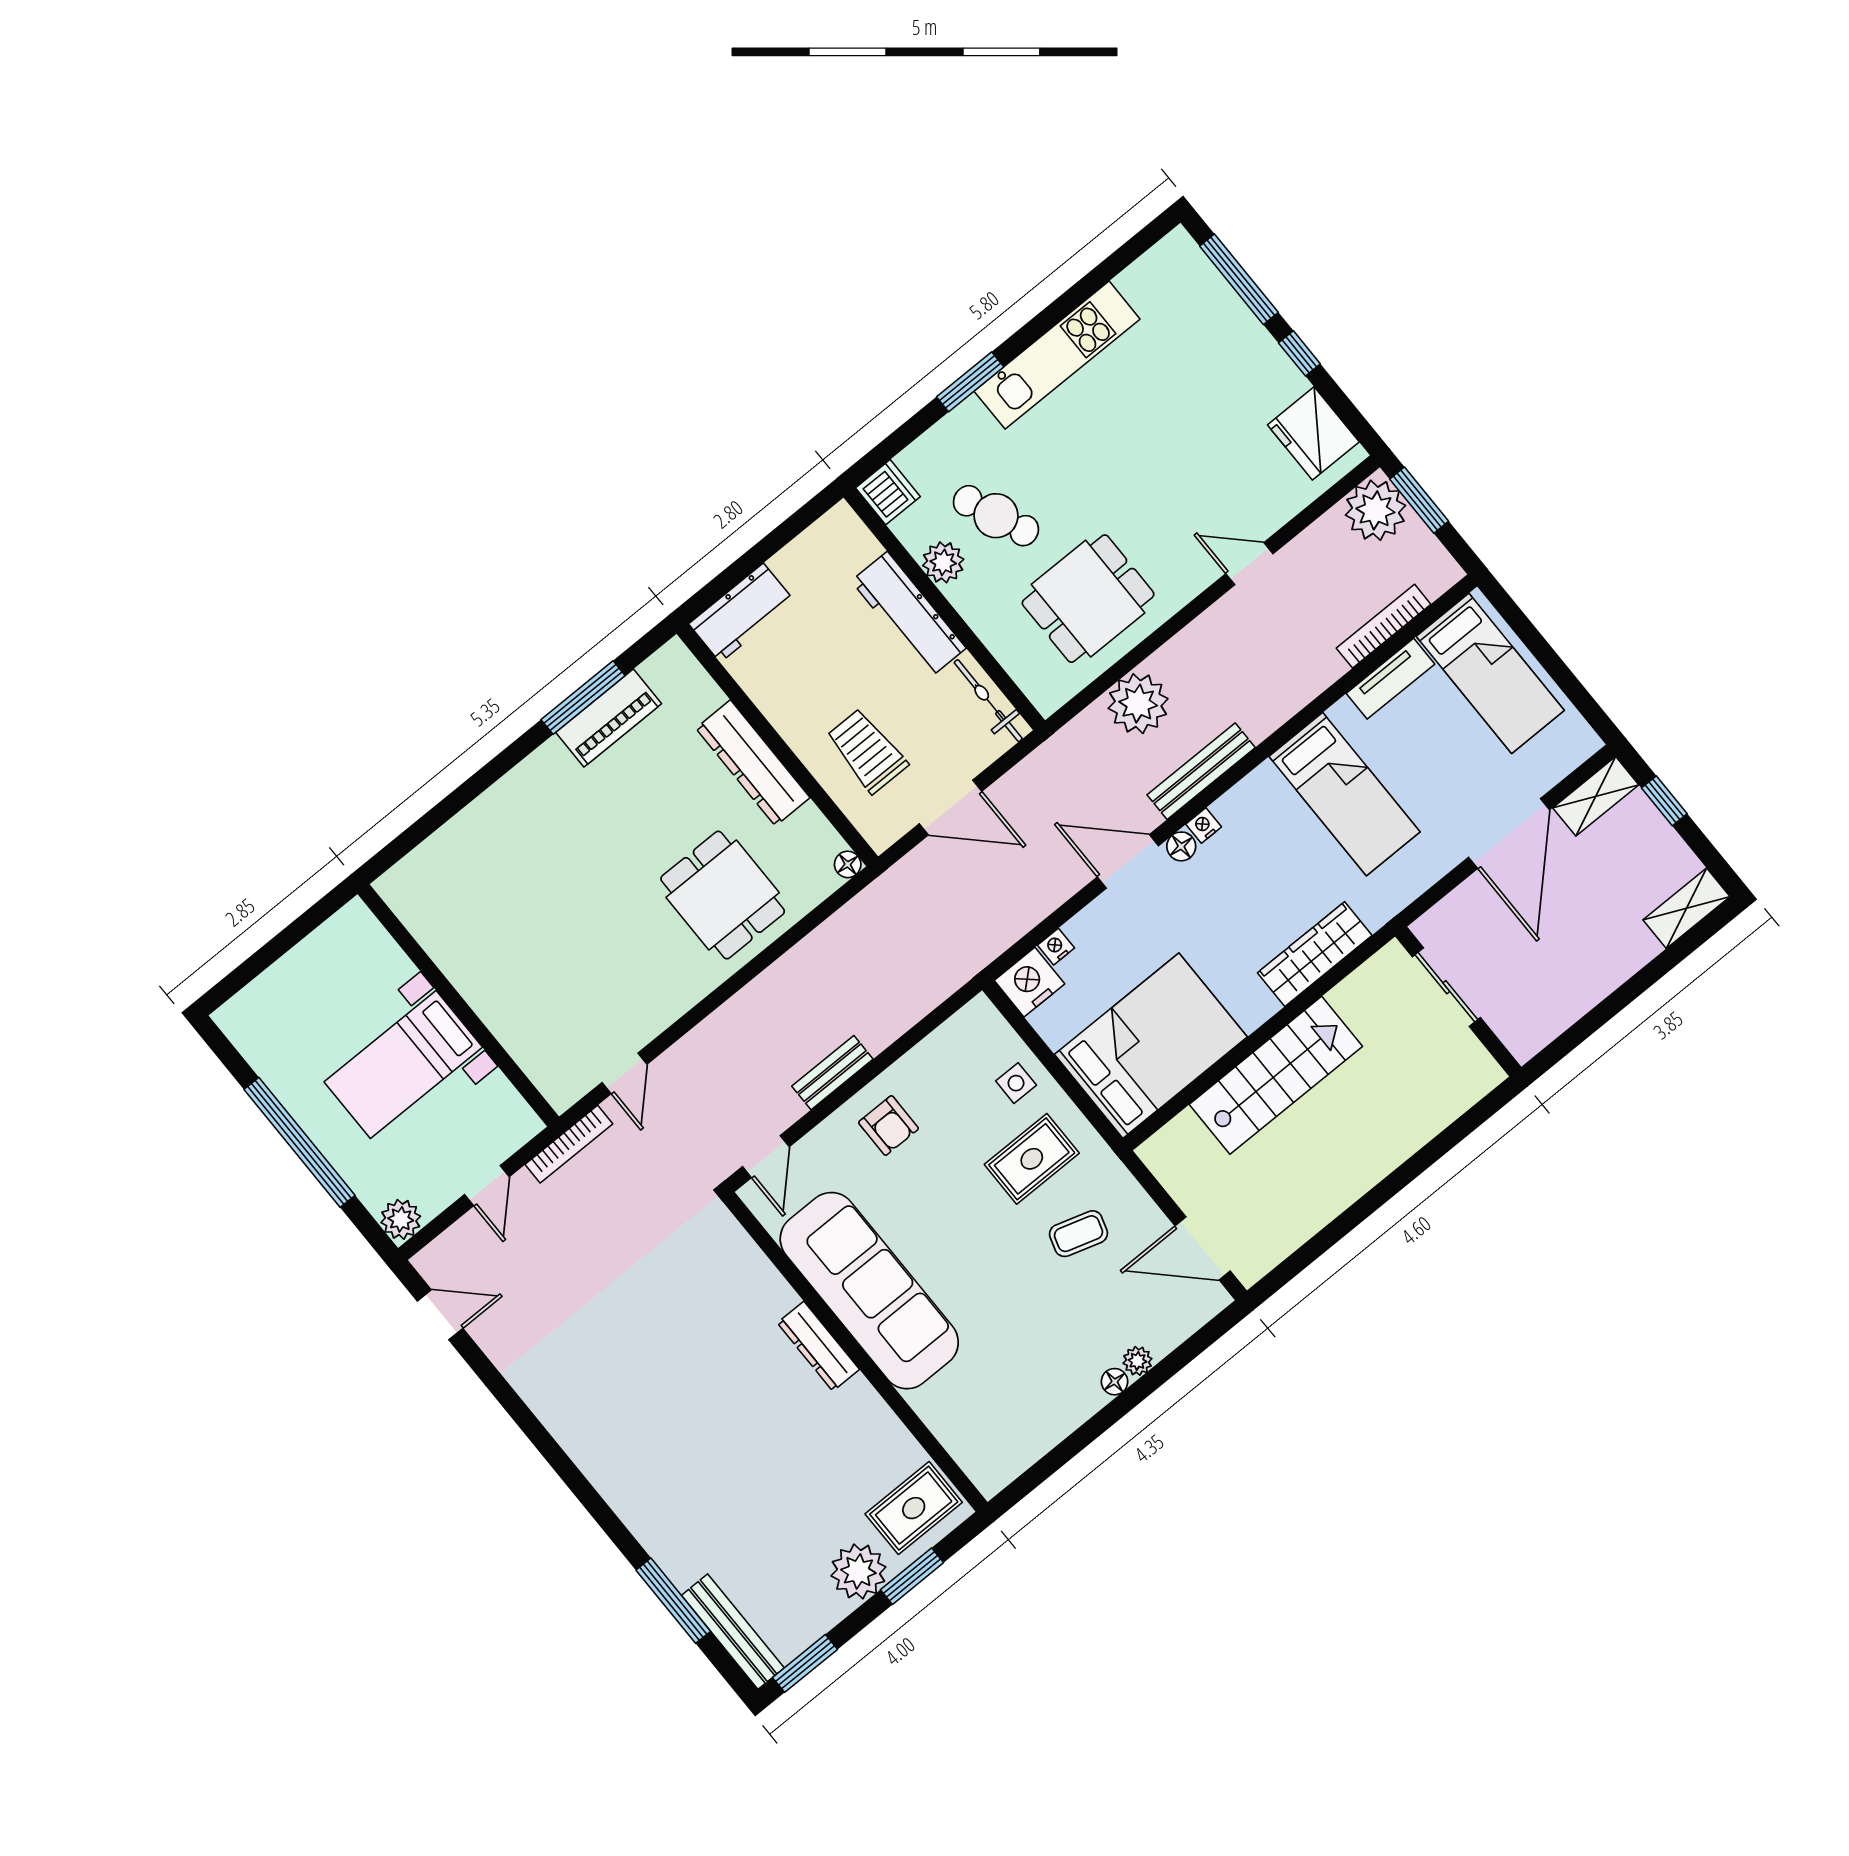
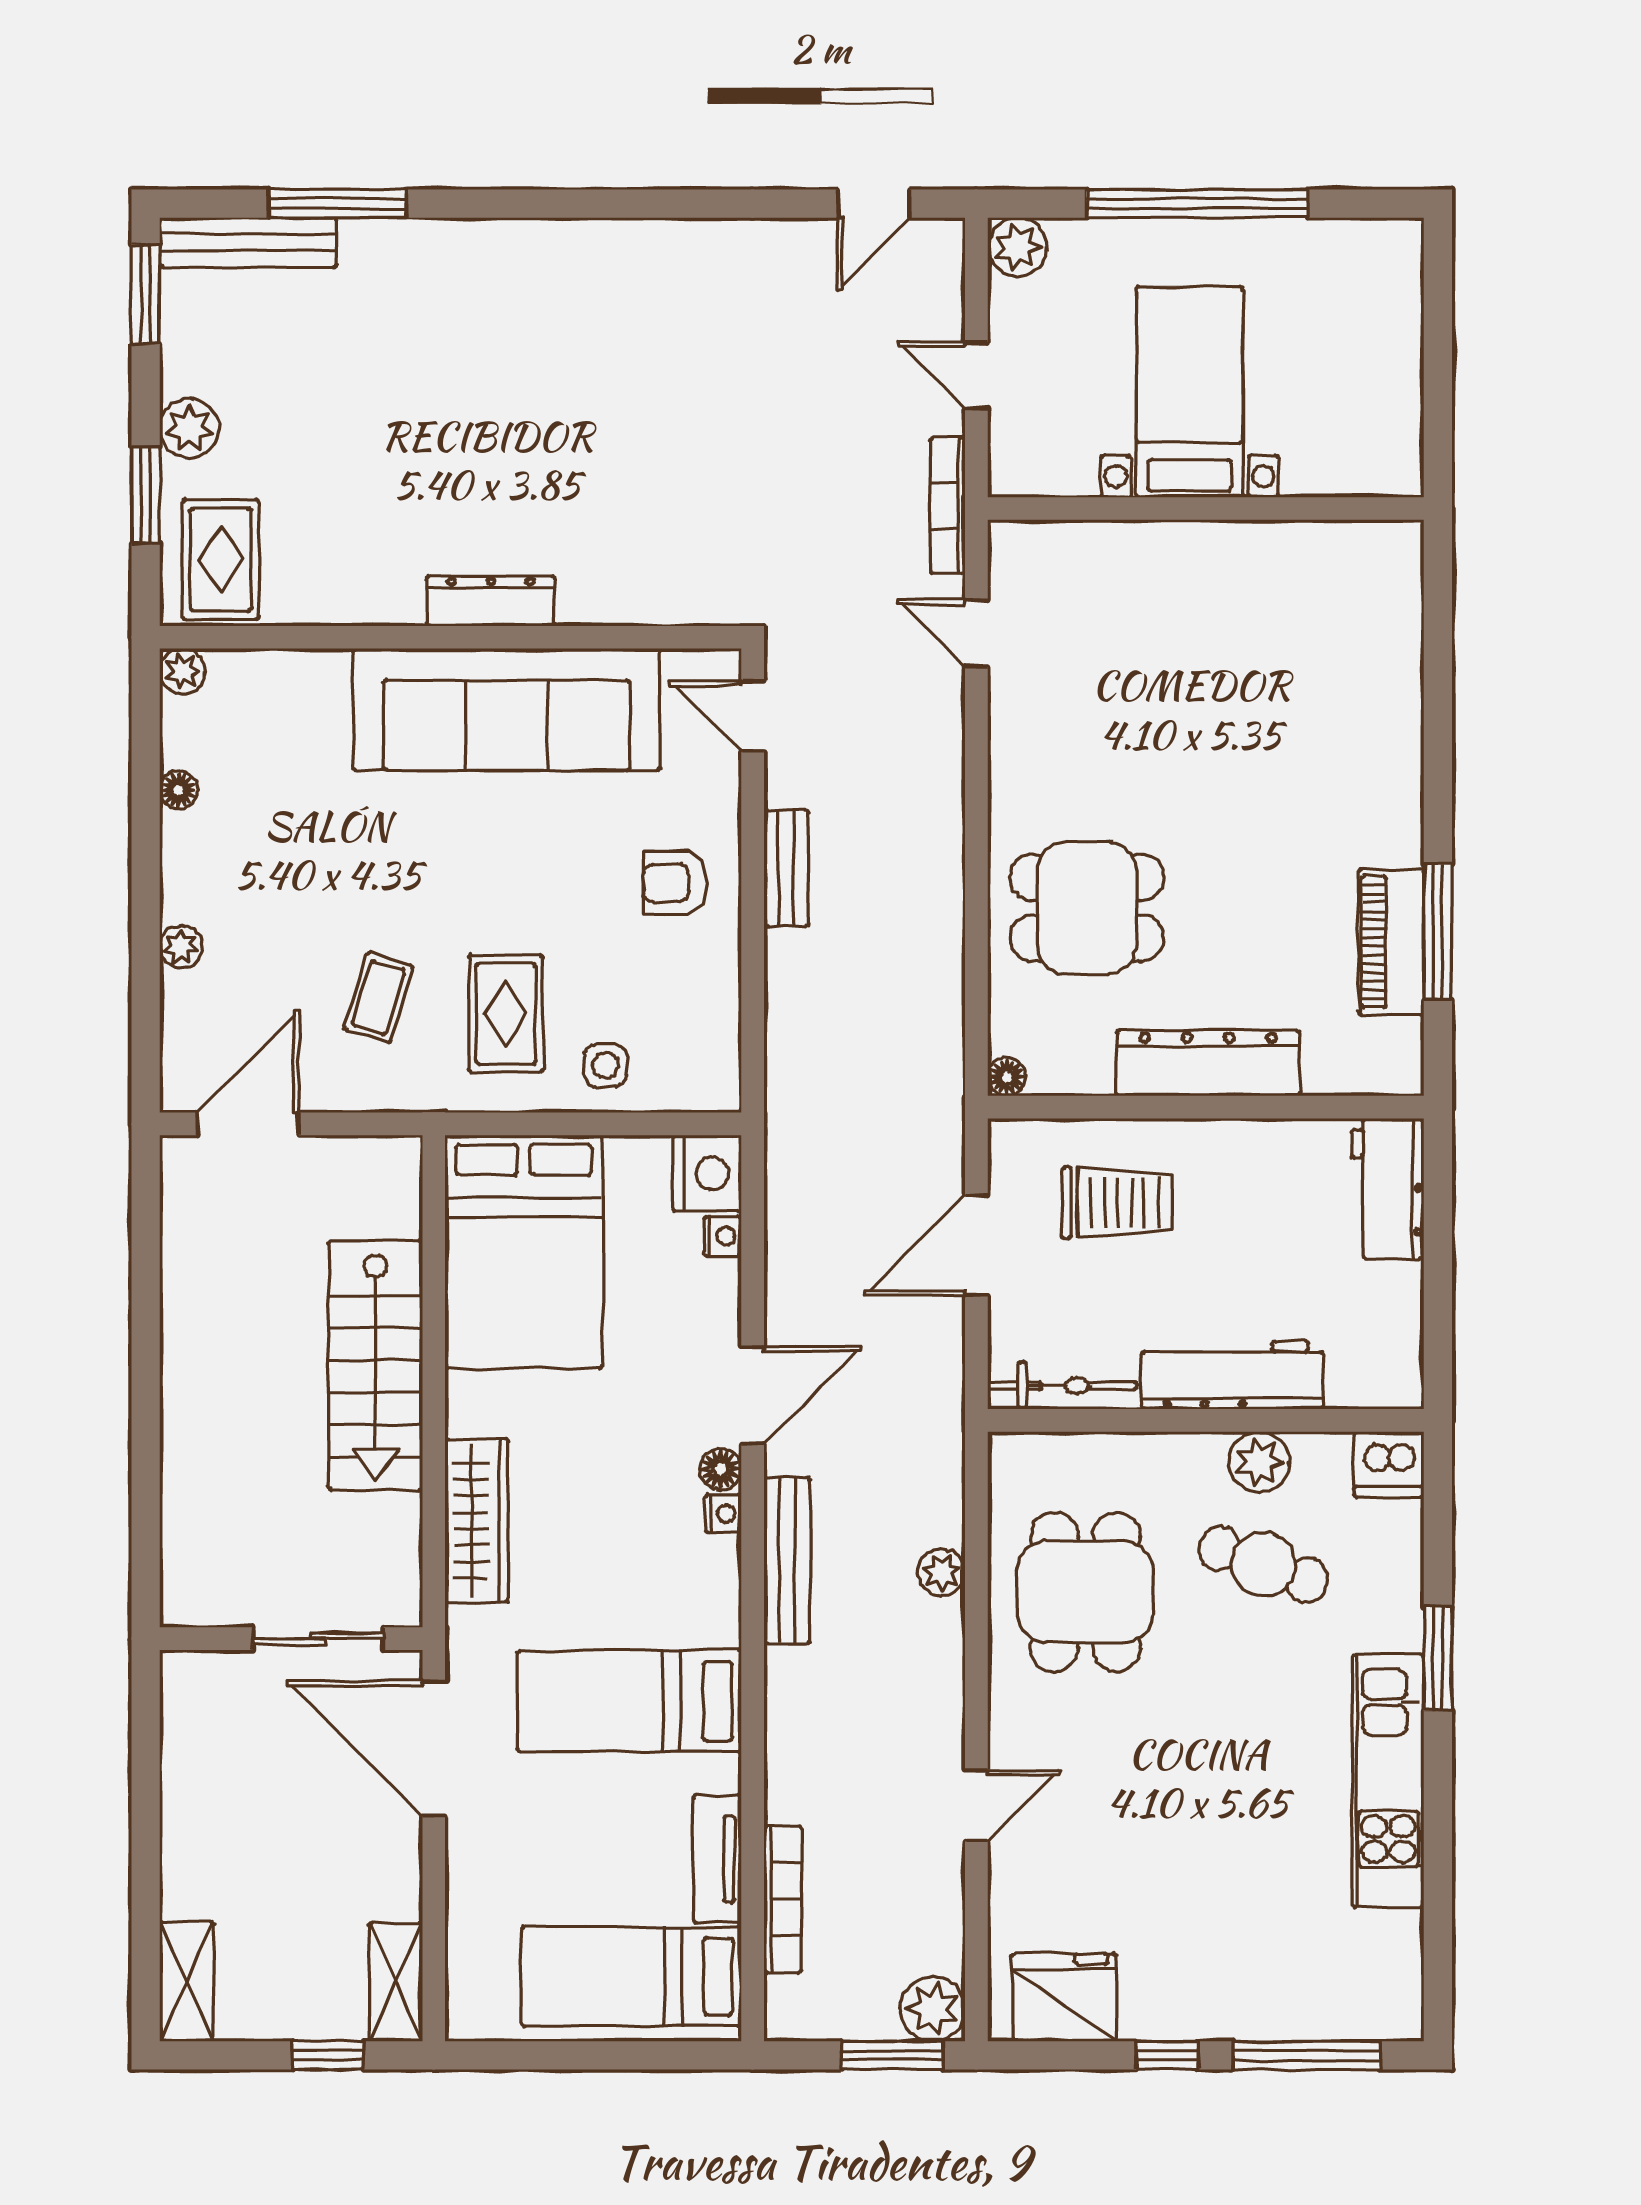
plant: (1375, 510) -> (933, 2009), width x0.73, depth x0.73
cafe table: (996, 516) -> (1263, 1564), turned 43
plant: (1138, 704) -> (942, 1572), width x0.53, depth x0.53
door: (1509, 834) -> (434, 1749), moved
floor lamp: (1115, 1382) -> (179, 790), moved
plant: (990, 1480) -> (182, 671), added
plant: (858, 1571) -> (189, 428), width x0.73, depth x0.73

